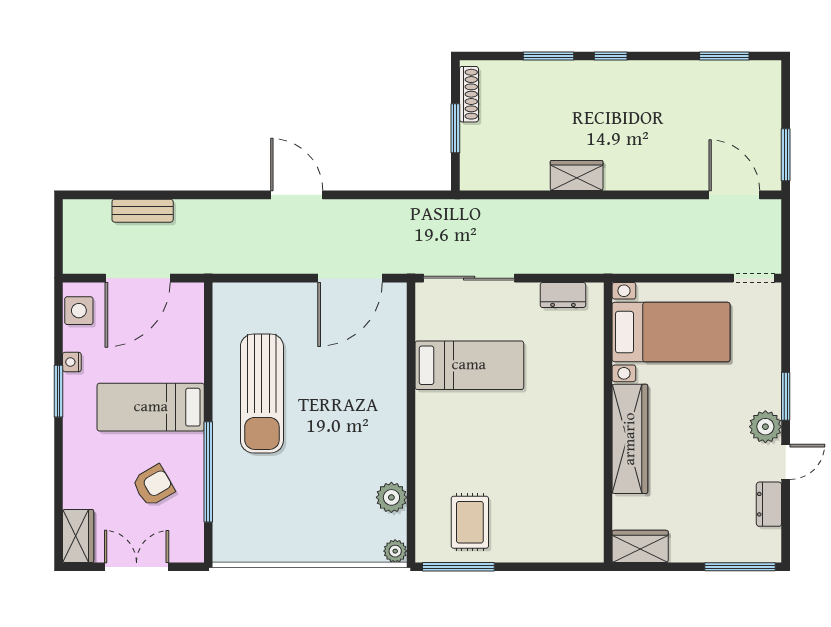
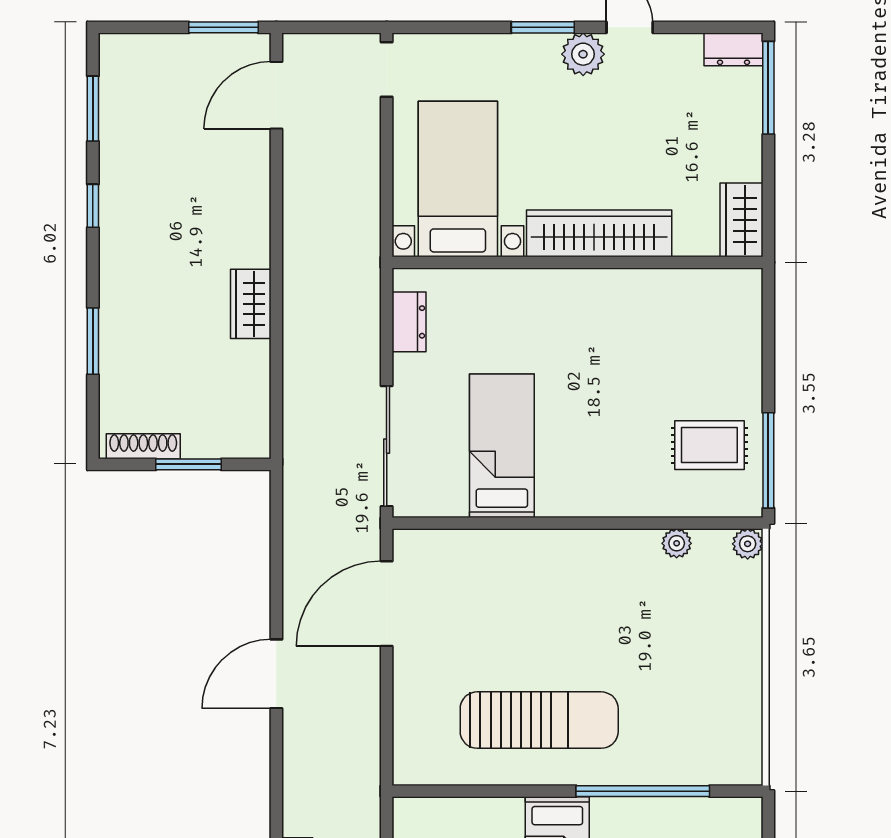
window: (611, 56) -> (93, 206), moved
door: (350, 278) -> (387, 604), swing flipped
plant: (391, 497) -> (677, 543), width x0.73, depth x0.73
dresser: (769, 504) -> (734, 49), moved

